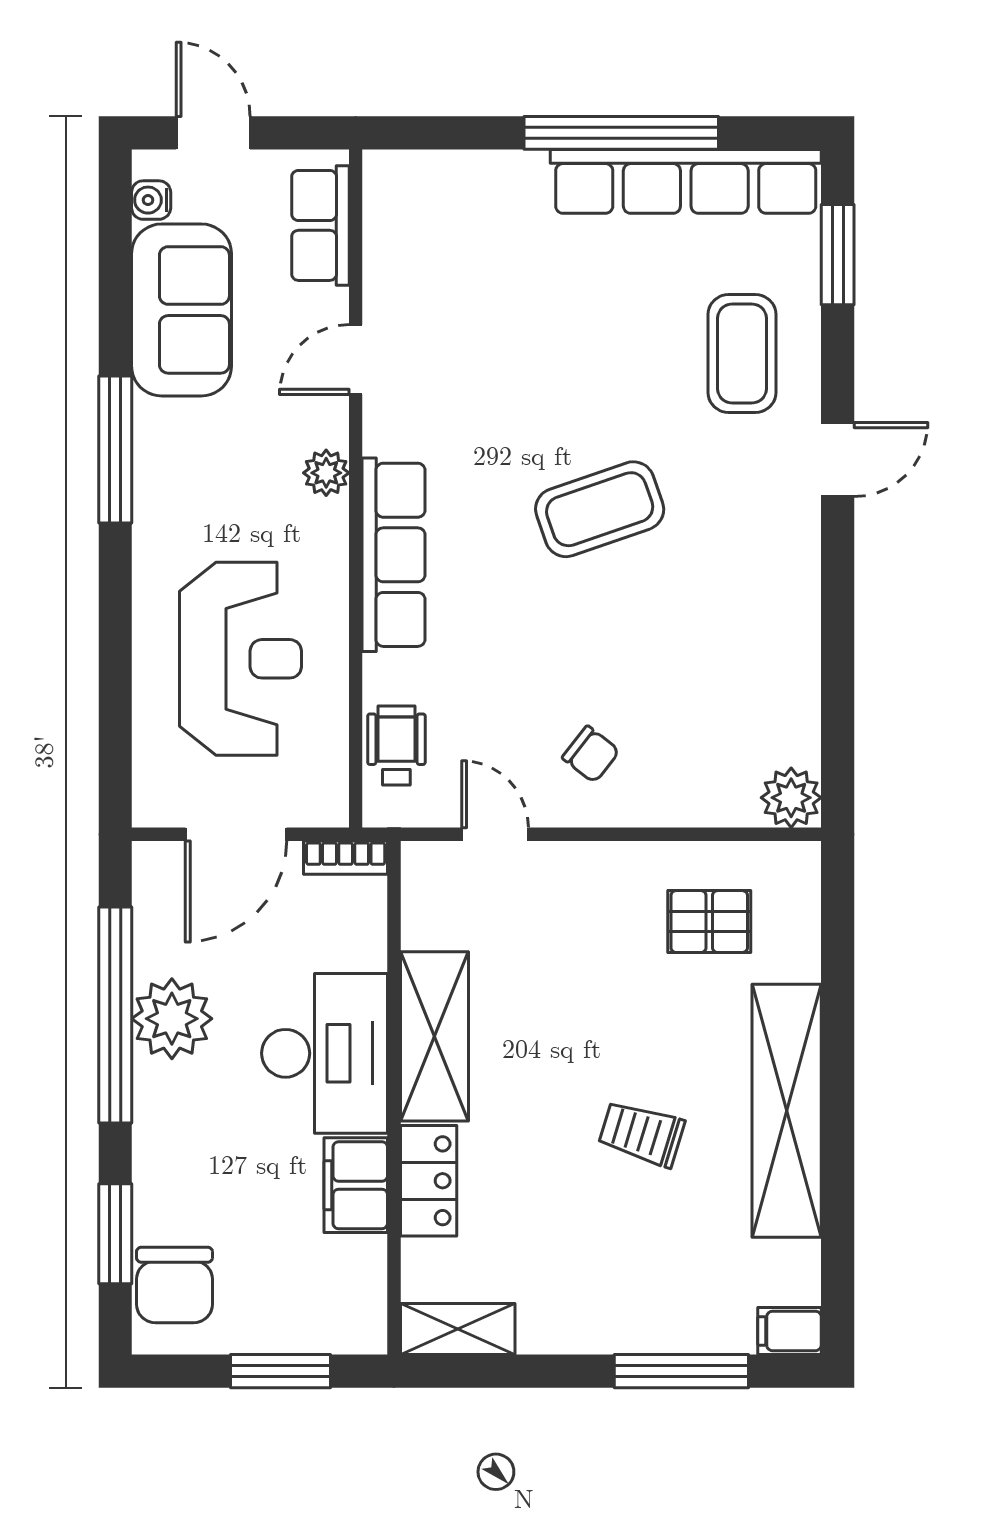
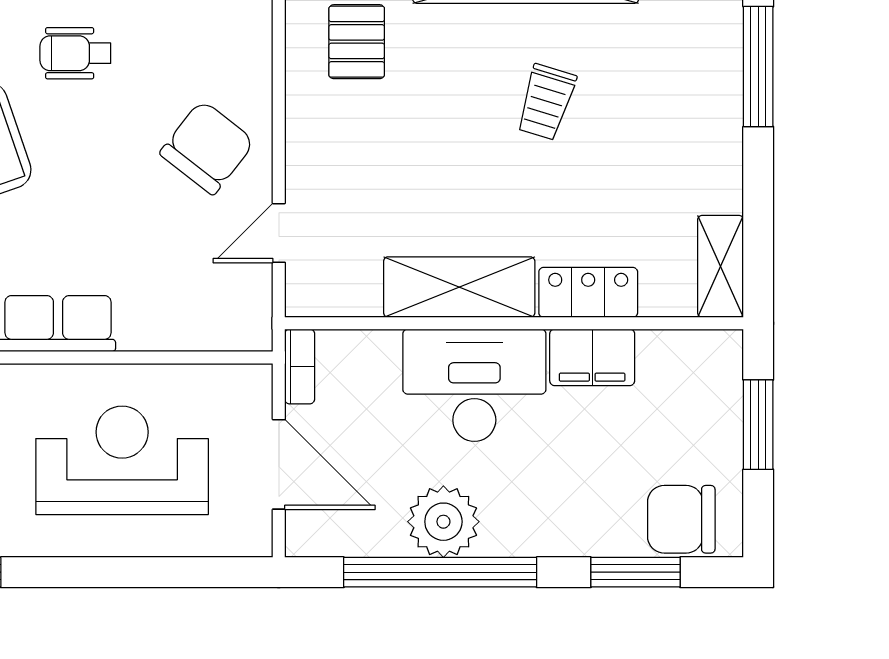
wheelchair: (396, 746) -> (75, 53), moved
chair: (591, 754) -> (207, 147), width x1.87, depth x1.87
chair: (174, 1285) -> (681, 519), turned 180

